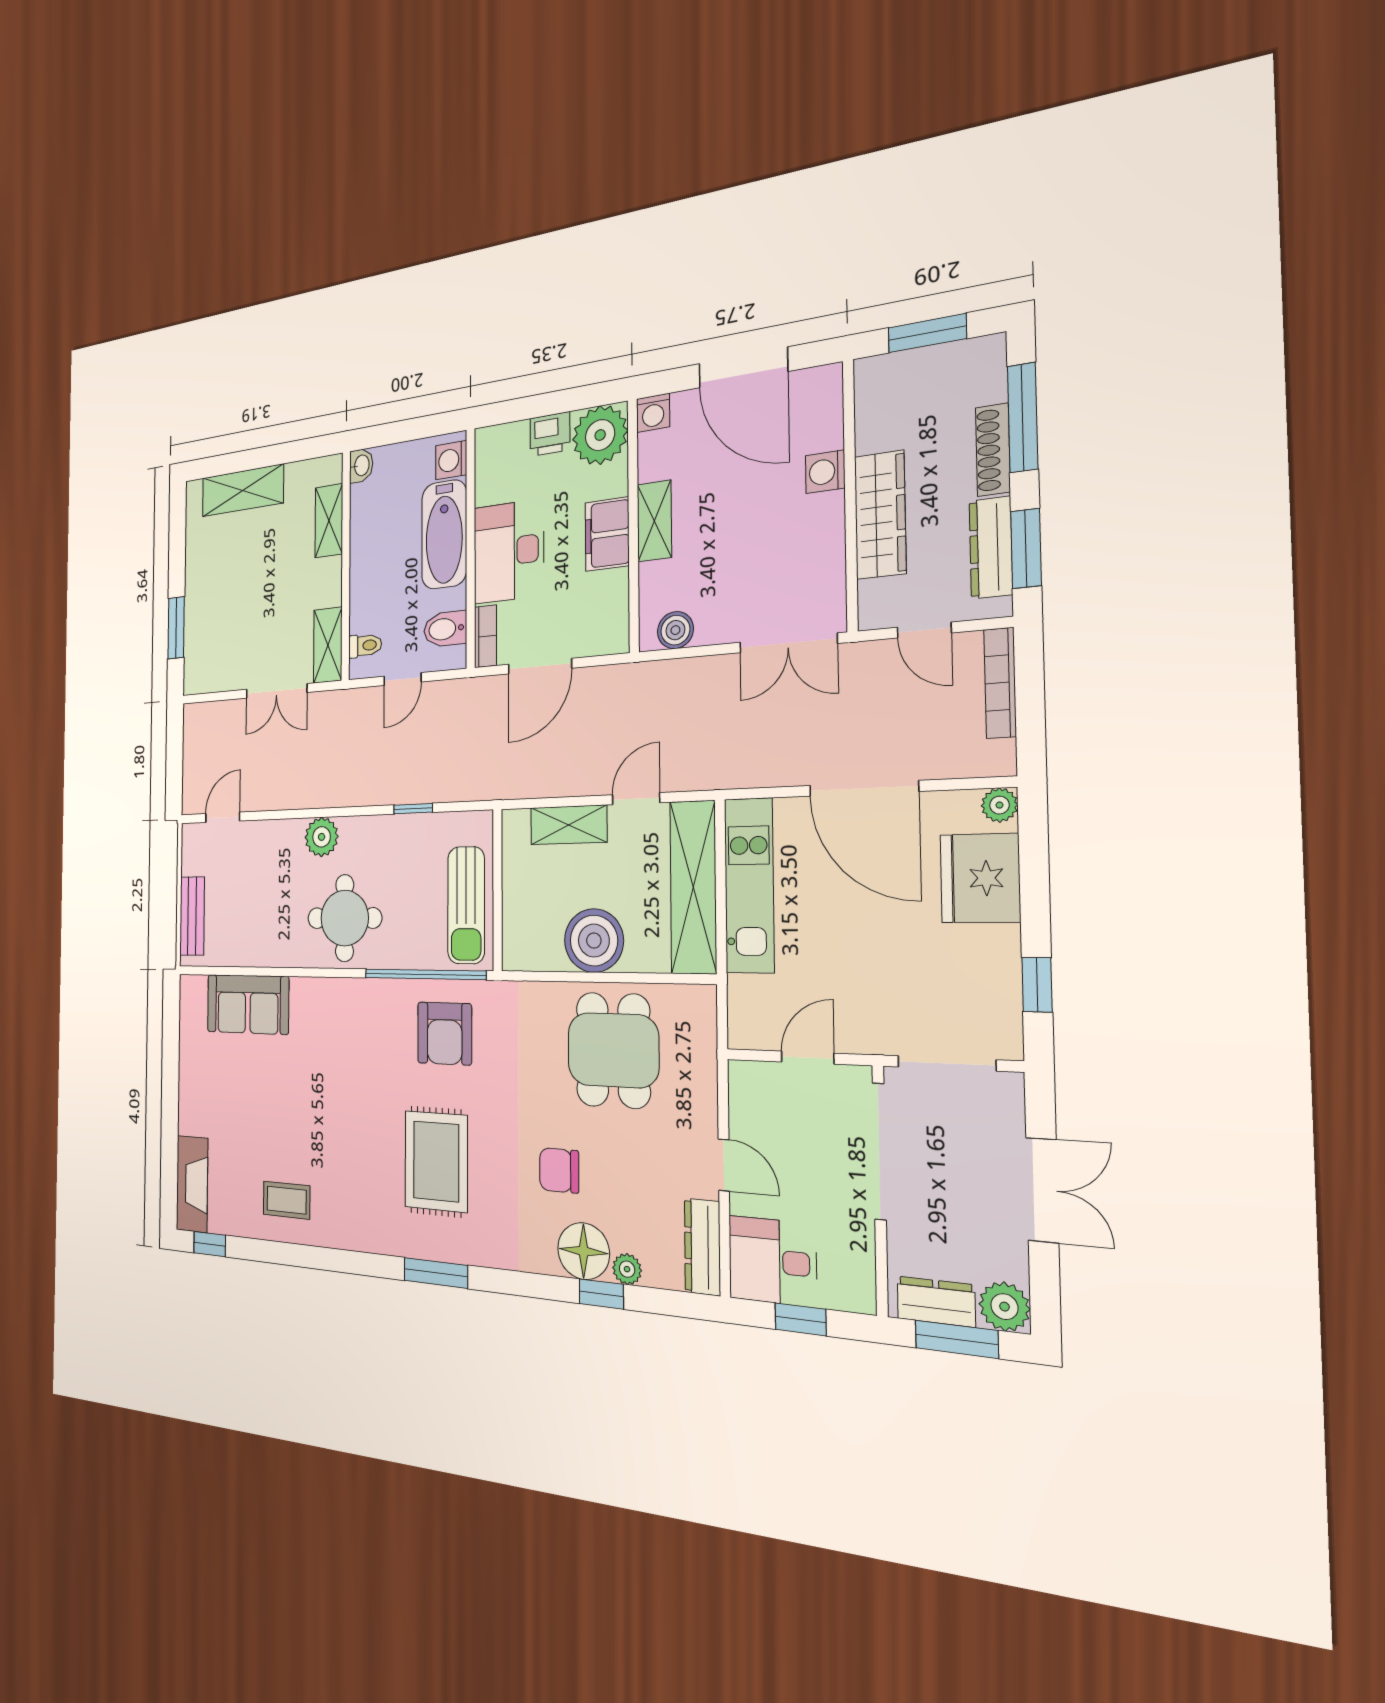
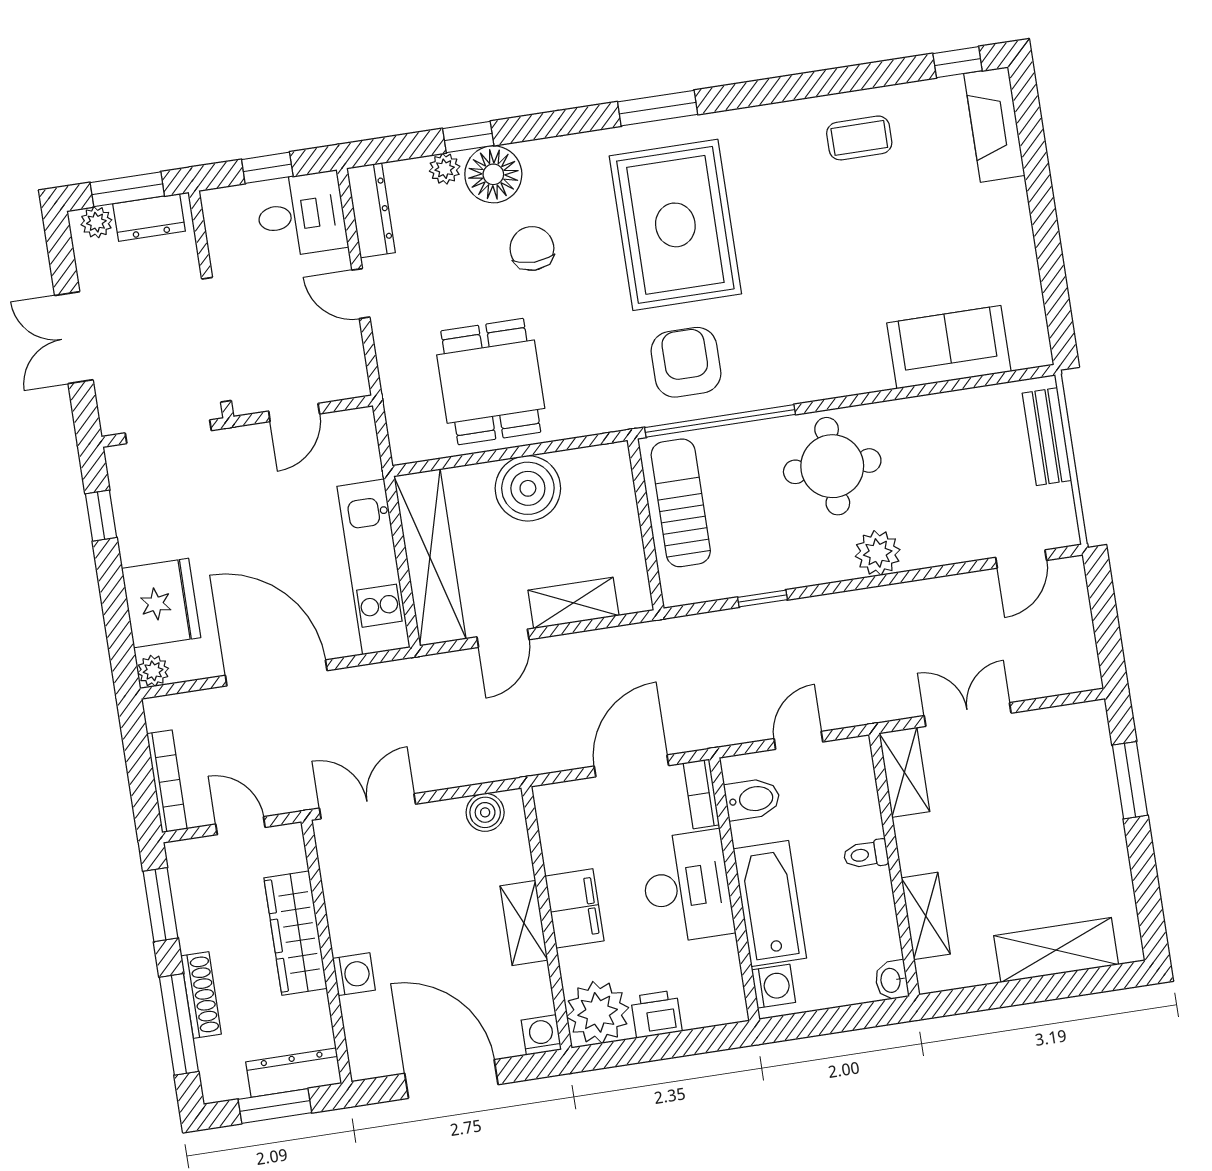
dresser: (991, 548) -> (294, 1073), moved, turned -90
toilet: (365, 646) -> (866, 854), moved
rug: (436, 1161) -> (675, 225), width x1.37, depth x1.44
chair: (559, 1170) -> (532, 248), turned -90
plant: (1004, 1307) -> (96, 222), width x0.73, depth x0.73

